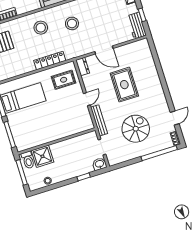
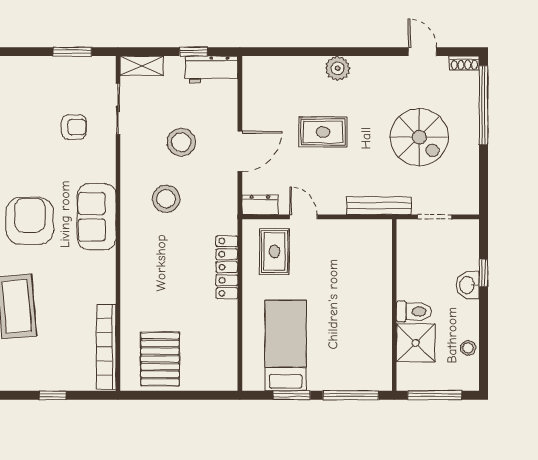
stool: (41, 28) -> (181, 142), moved
plant: (155, 82) -> (338, 68), added
rug: (124, 85) -> (323, 132), width x0.73, depth x0.70
door: (87, 99) -> (303, 217), moved
spiral stairs: (136, 129) -> (419, 137), turned 180
toilet: (28, 160) -> (414, 311), moved
washbasin: (100, 164) -> (468, 285), moved

